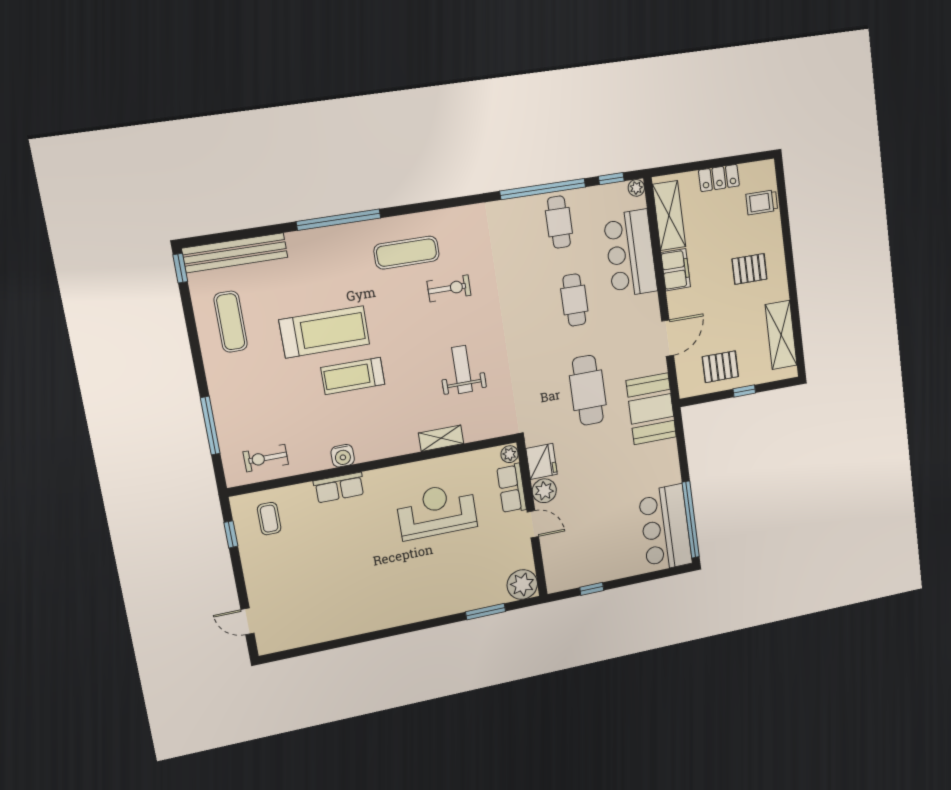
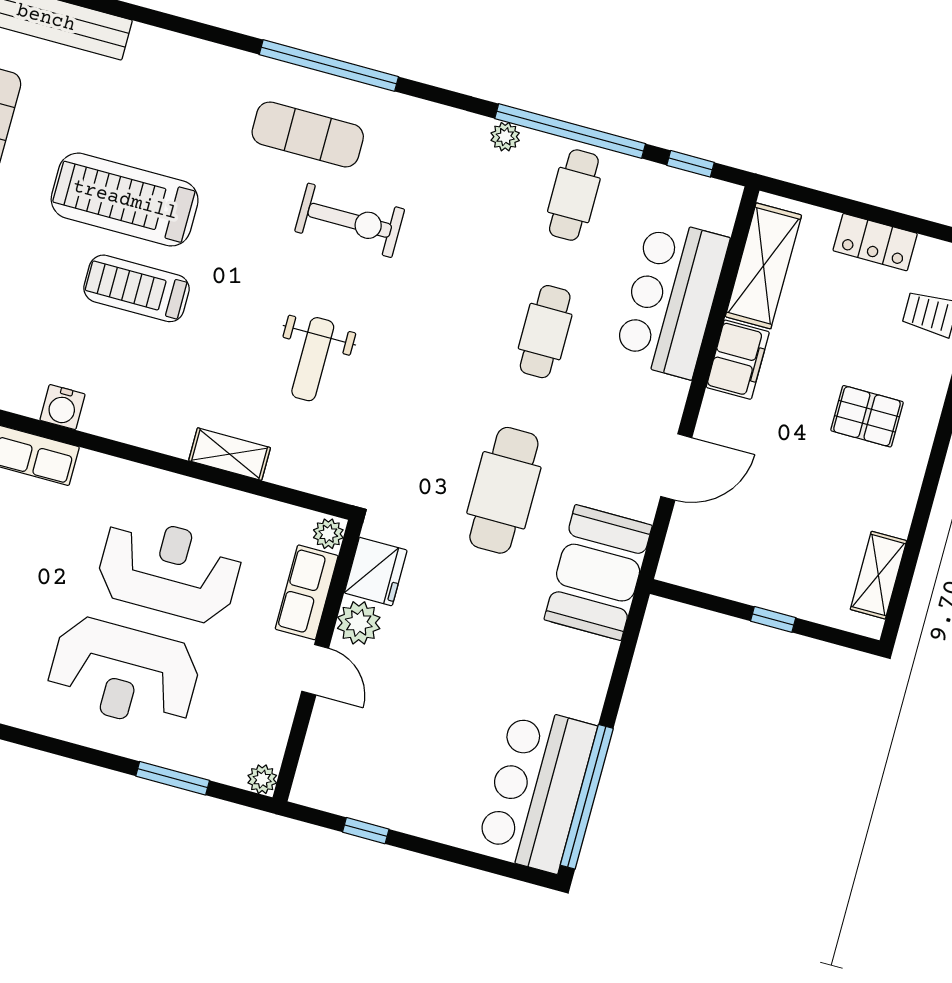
plant: (636, 188) -> (505, 137), moved
window: (339, 220) -> (329, 66), moved
exercise bike: (449, 288) -> (350, 220), width x1.38, depth x1.39
treadmill: (324, 332) -> (125, 200), turned 180
shelving: (781, 335) -> (878, 575), width x0.67, depth x0.75
pallet: (720, 367) -> (748, 558), removed
weight bench: (462, 370) -> (313, 359), turned 180
reception desk: (437, 573) -> (124, 673), added
plant: (522, 585) -> (262, 779), width x0.53, depth x0.53

